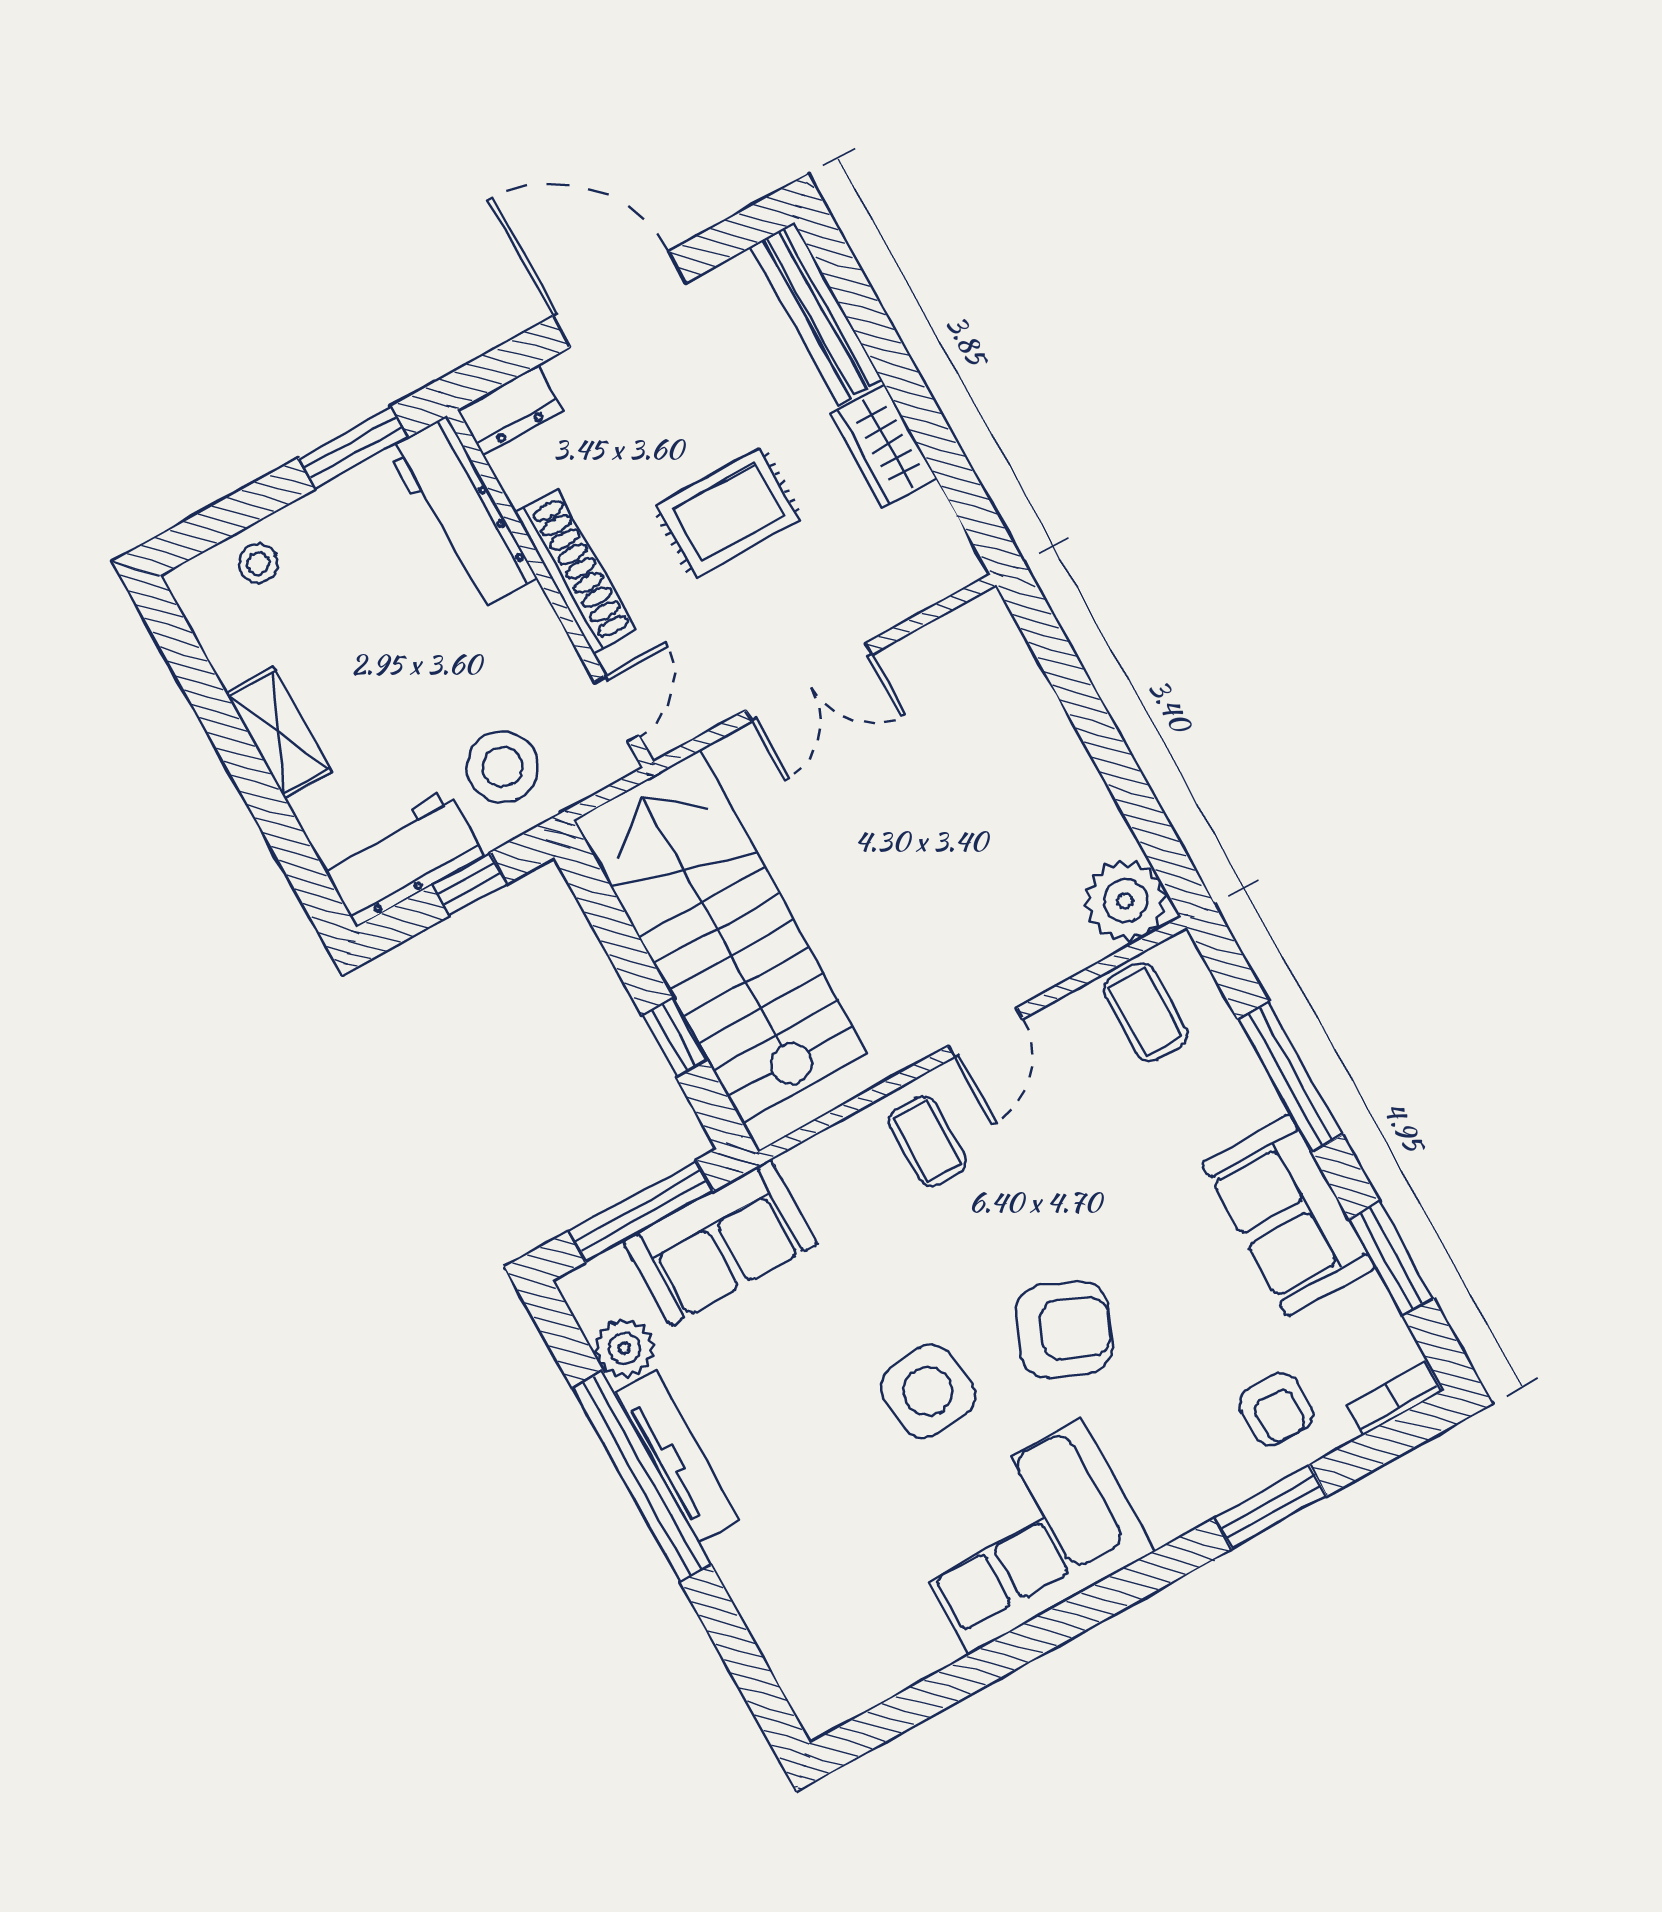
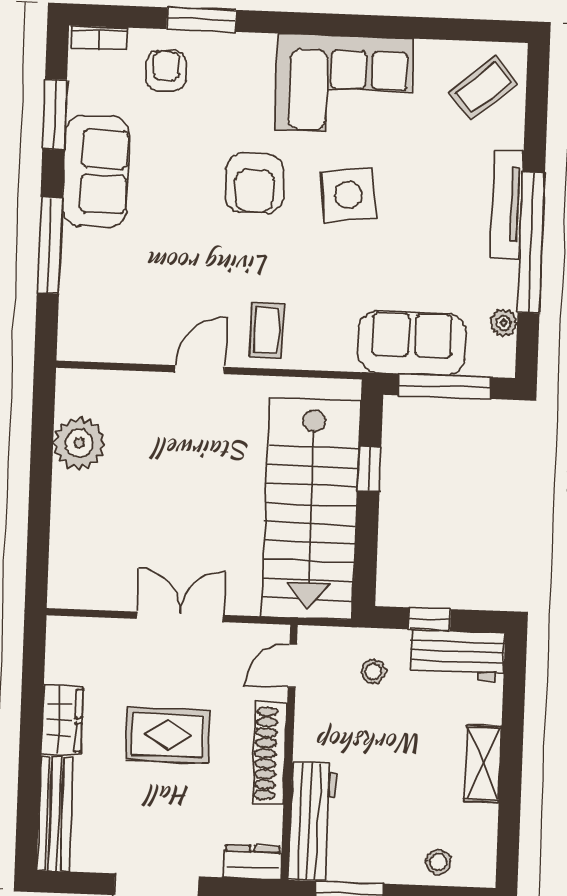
stool: (502, 767) -> (373, 672), width x0.53, depth x0.53
plant: (1125, 901) -> (79, 443), moved
coffee table: (1146, 1012) -> (483, 88), moved, turned 49
armchair: (1064, 1329) -> (255, 183), turned -113
plant: (624, 1348) -> (503, 323), width x0.73, depth x0.73
tv unit: (677, 1457) -> (507, 205), moved

